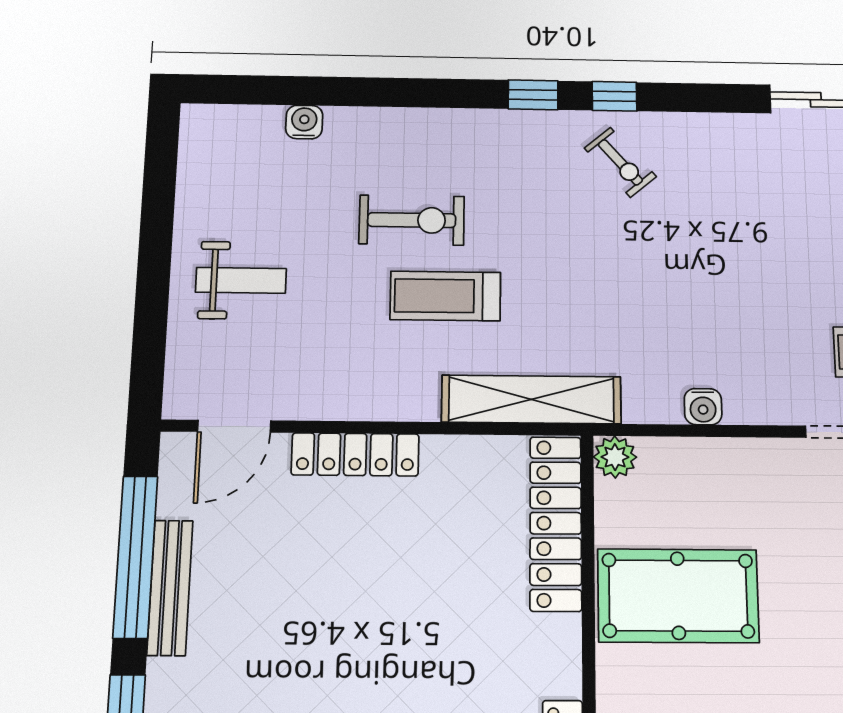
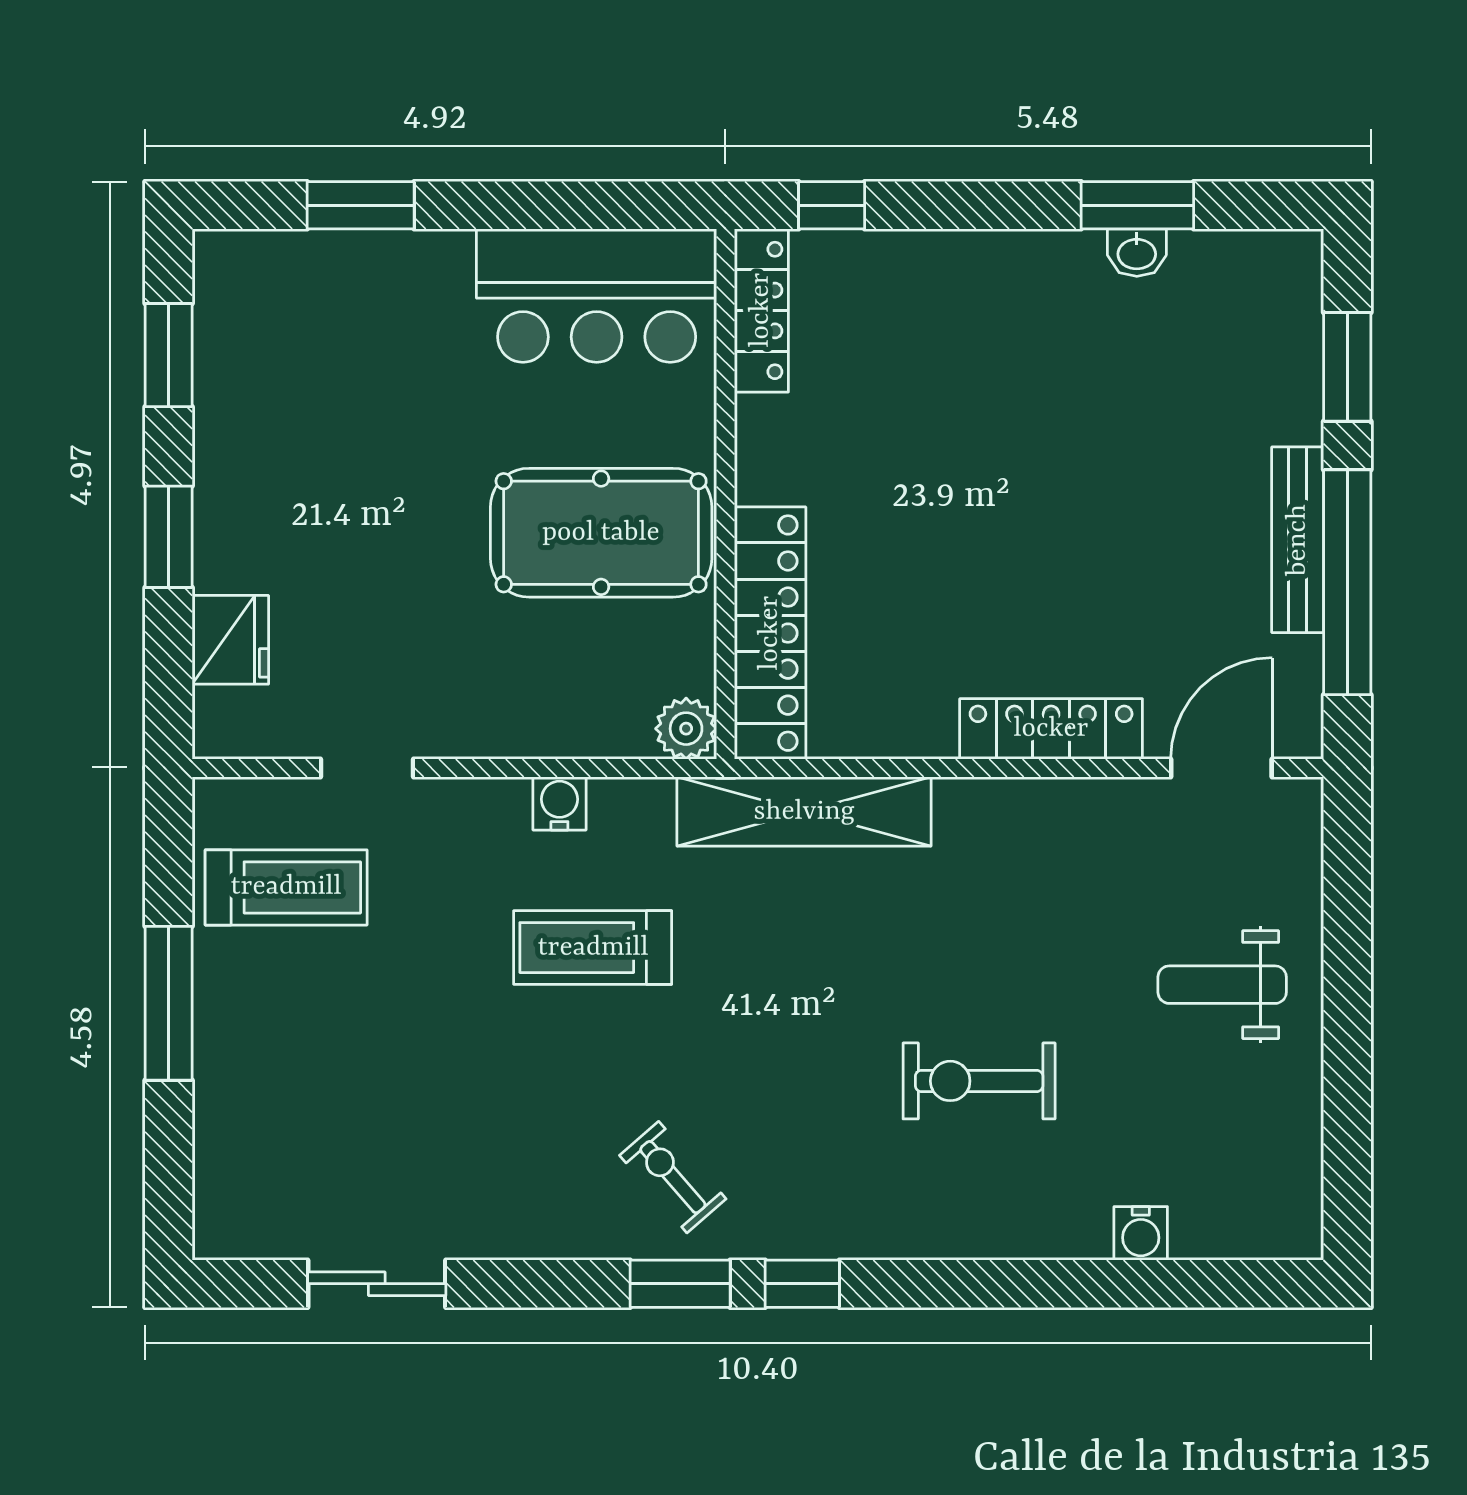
window: (615, 96) -> (680, 1284), width x1.50
treadmill: (445, 296) -> (593, 948), moved, turned 180

